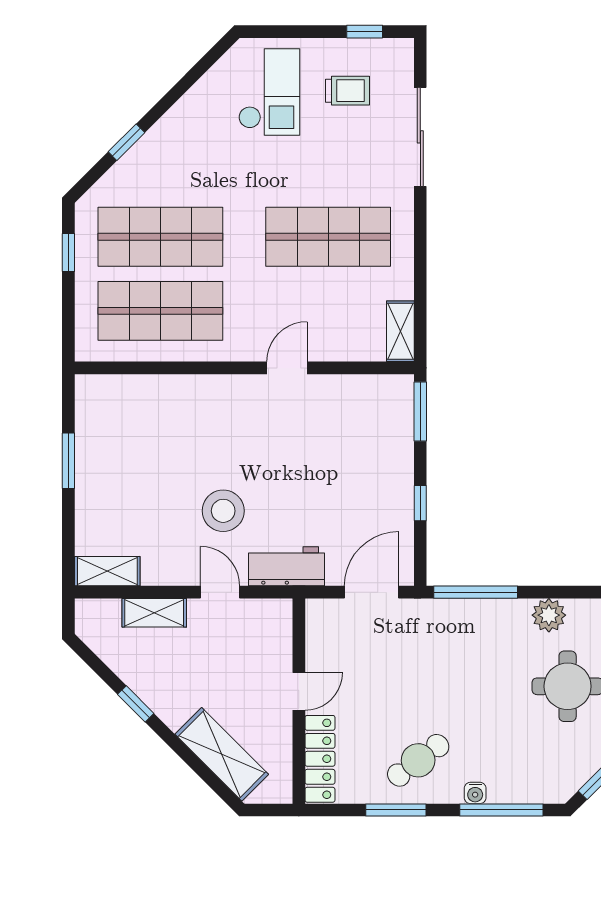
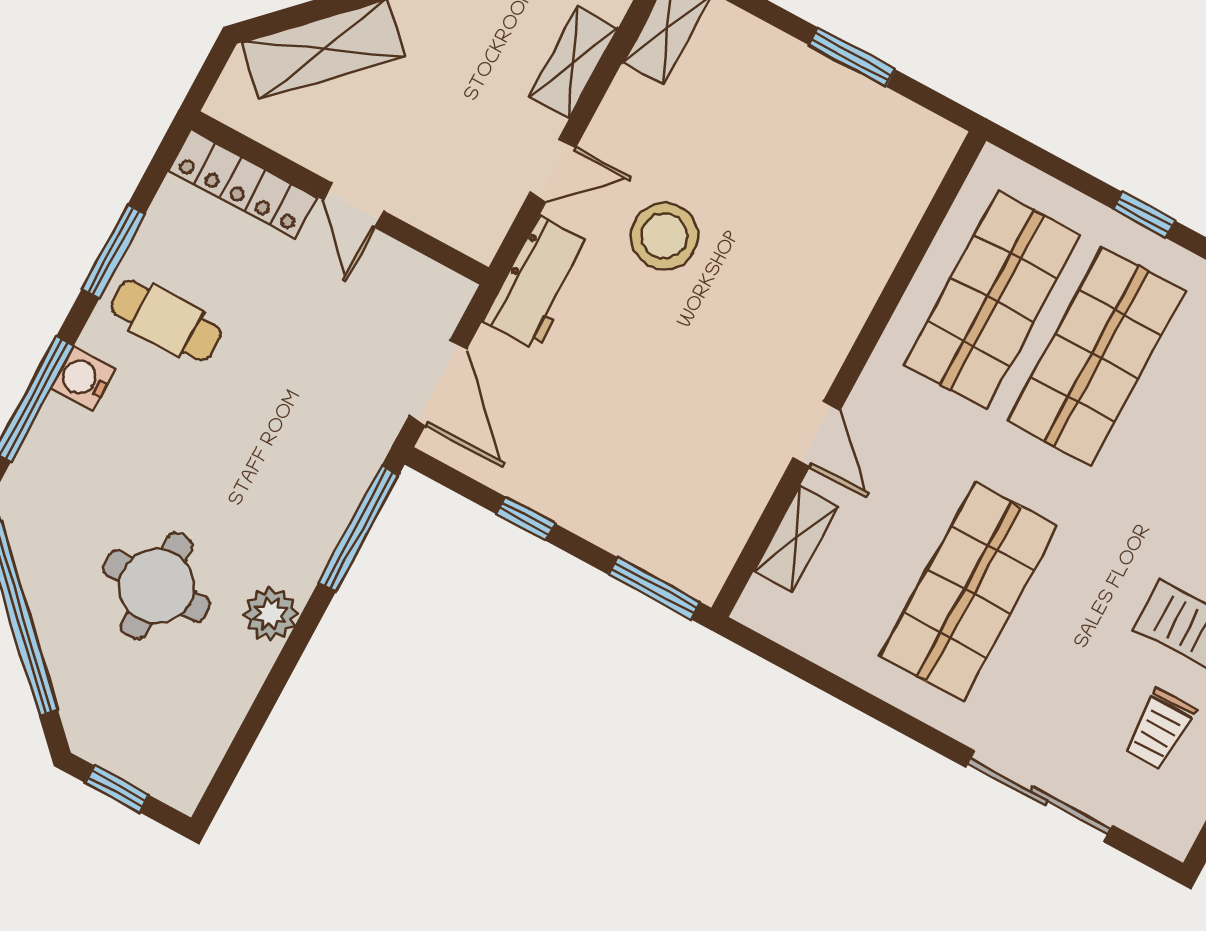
shelving: (400, 331) -> (796, 539), moved, turned 90
cafe table: (418, 760) -> (166, 320), turned -53
water cooler: (475, 793) -> (83, 379), width x1.38, depth x1.38

